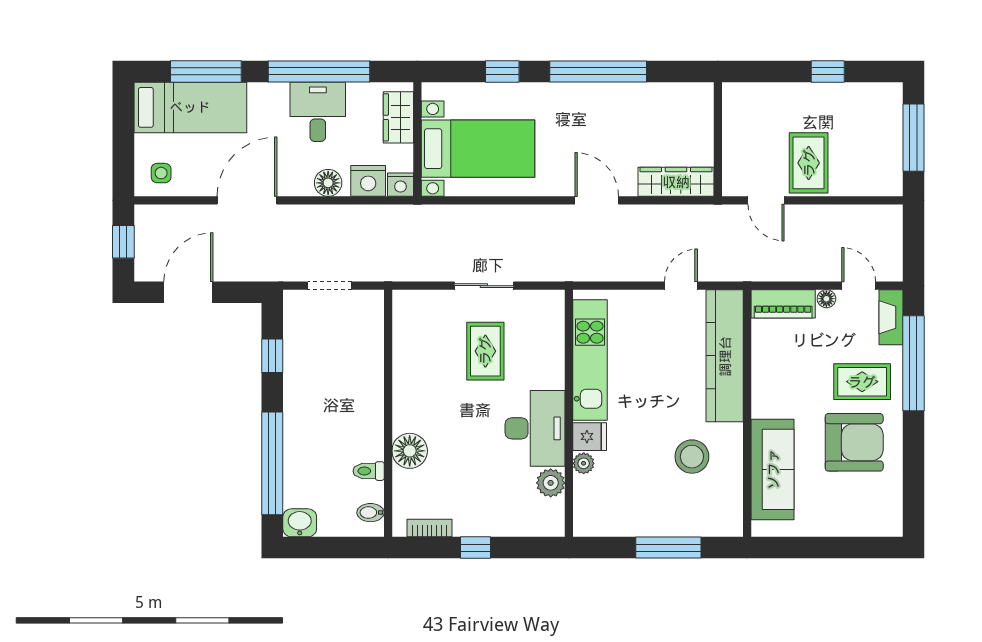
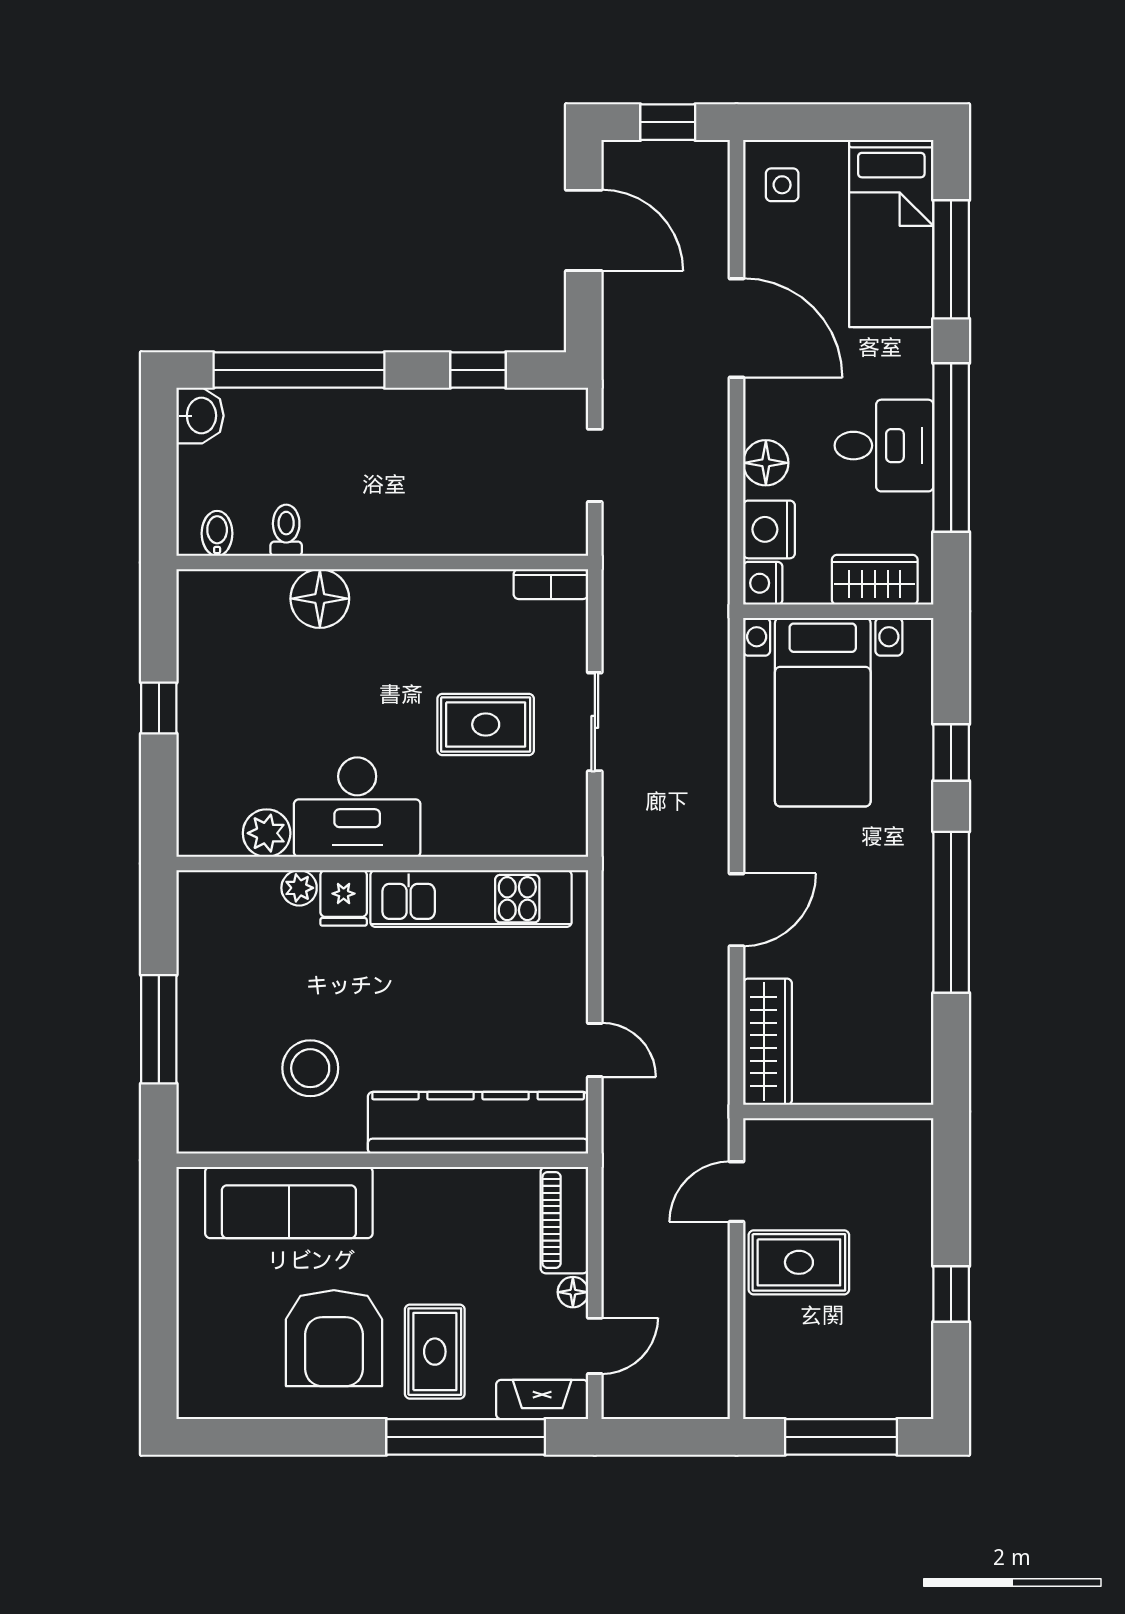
bookcase: (430, 528) -> (551, 584), moved, turned 90

